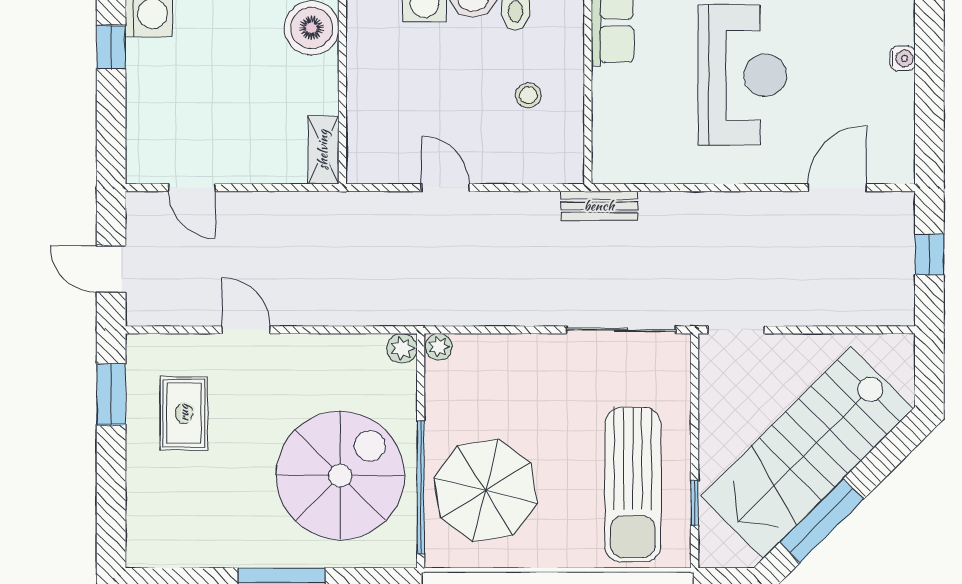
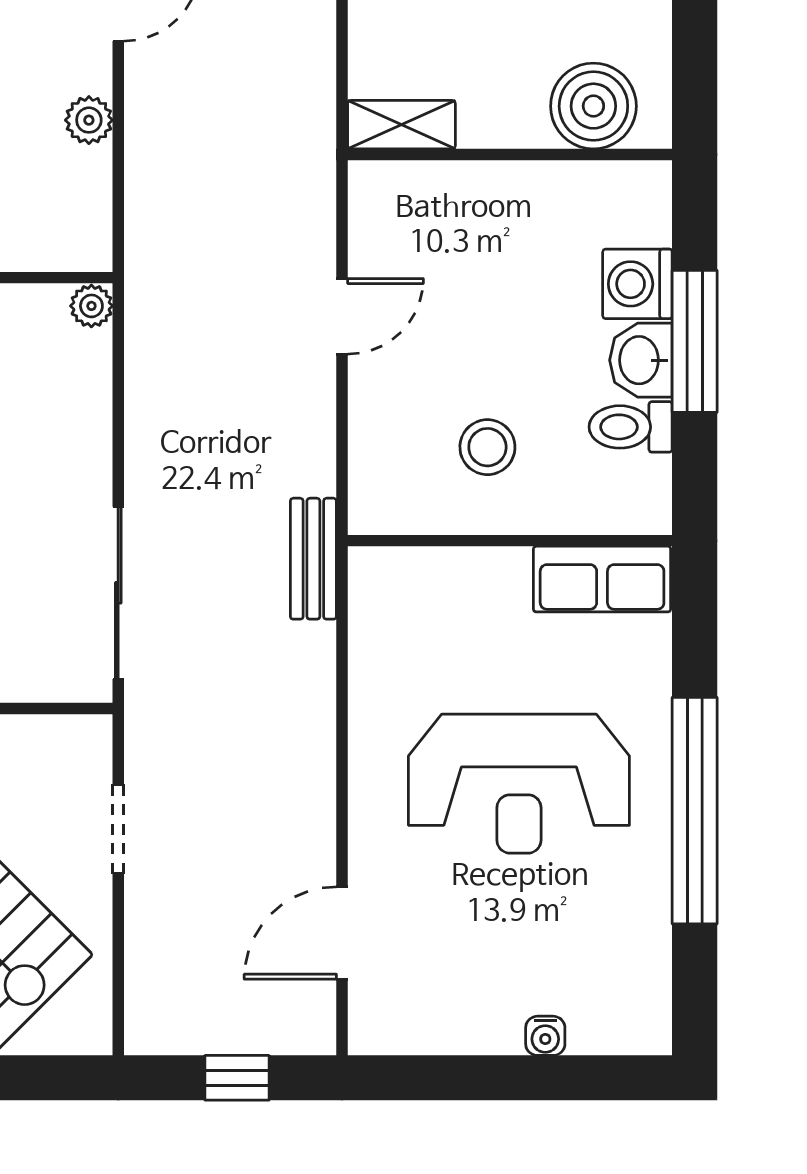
stool: (528, 95) -> (487, 447), width x1.37, depth x1.37
door: (837, 188) -> (342, 933), swing flipped
doorway: (736, 330) -> (118, 829), moved
plant: (402, 348) -> (89, 120), moved

